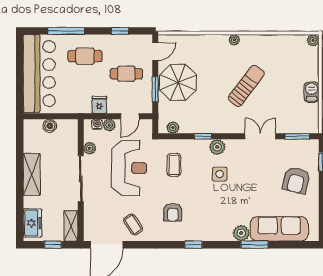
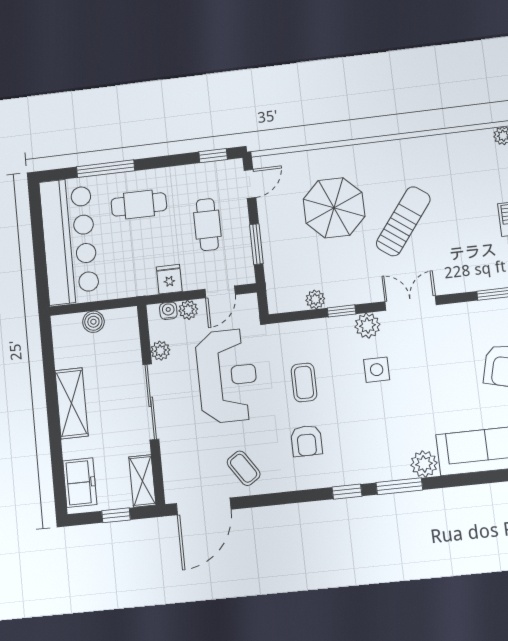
window: (120, 31) -> (213, 156), moved
plant: (234, 40) -> (375, 150), removed
cafe table: (126, 74) -> (207, 225), turned 90
parasol: (178, 82) -> (334, 208), moved
plant: (173, 128) -> (315, 299), moved
double door: (260, 136) -> (411, 303), moved
coffee table: (174, 165) -> (304, 382), moved
window: (255, 245) -> (399, 486), moved

